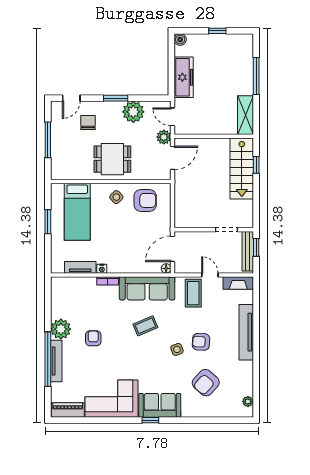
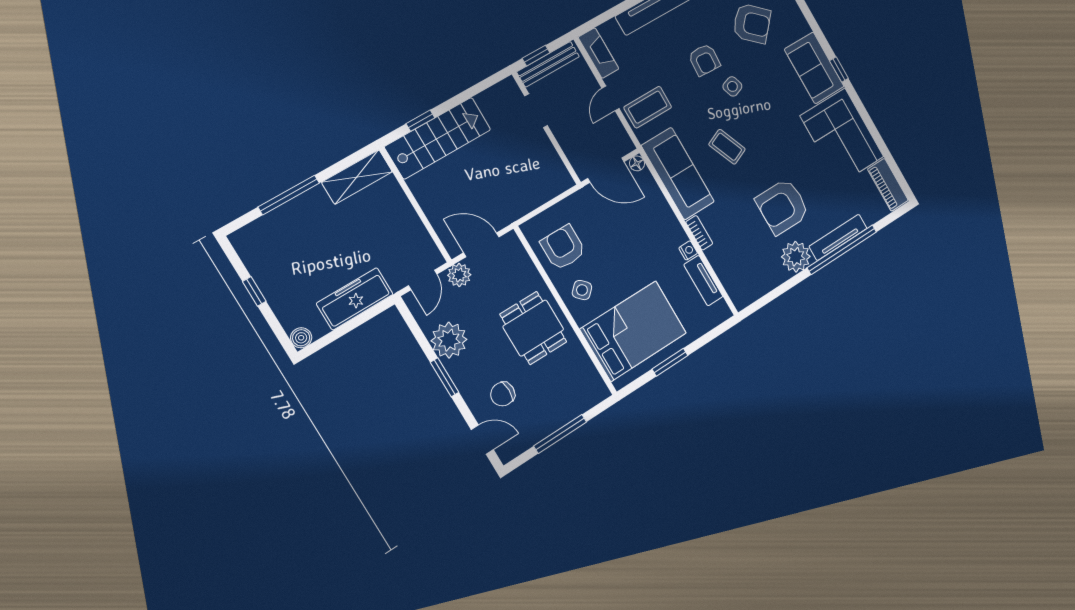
bed: (77, 212) -> (633, 331), width x1.50
armchair: (93, 338) -> (783, 207), width x1.88, depth x1.88

